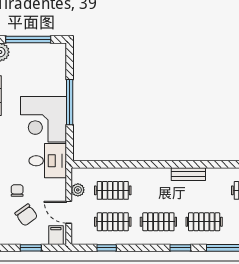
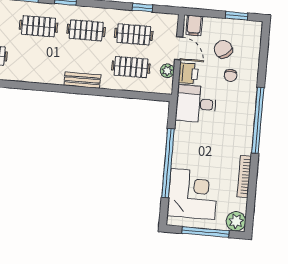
window: (70, 102) -> (168, 163), width x1.46
corner desk: (43, 119) -> (193, 194), moved
bench: (188, 174) -> (82, 80), moved
printer: (58, 189) -> (188, 74), added
window: (31, 248) -> (237, 16), moved

